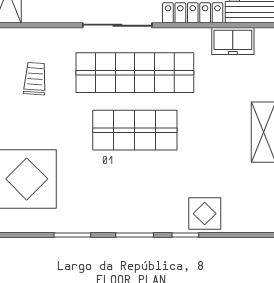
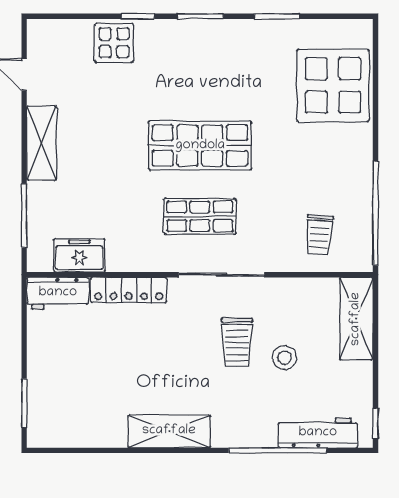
shop shelf: (135, 73) -> (200, 216), width x0.50, depth x0.74
trolley: (35, 79) -> (319, 235), moved

